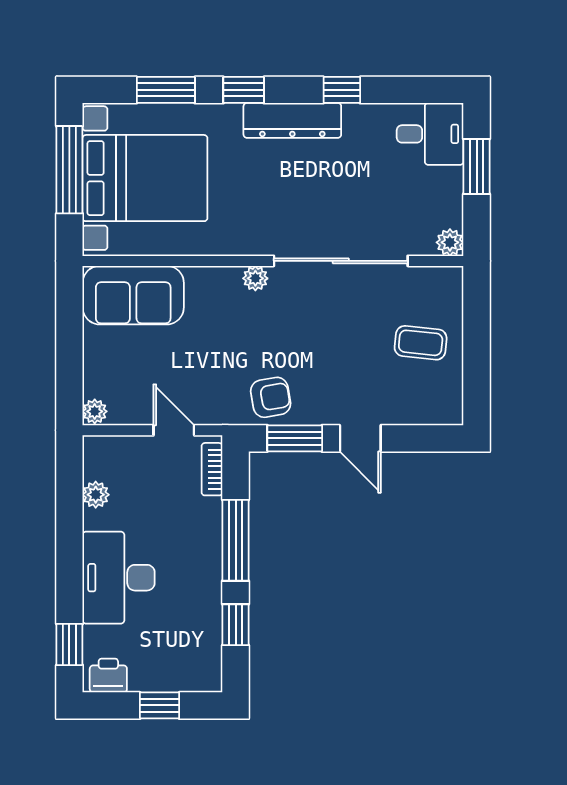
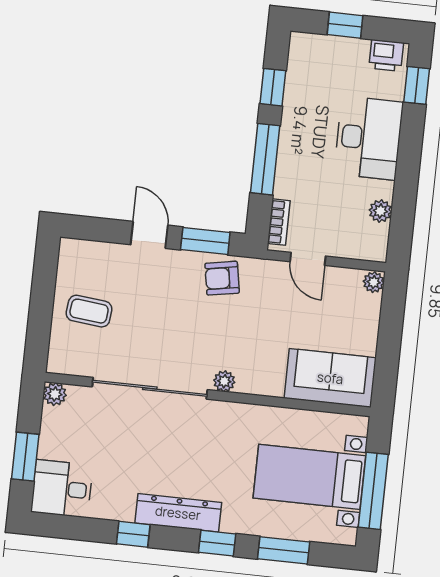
bed with nightstands: (145, 178) -> (309, 477), width x0.73

